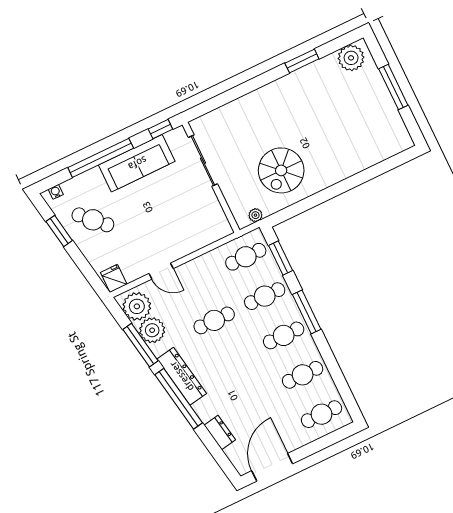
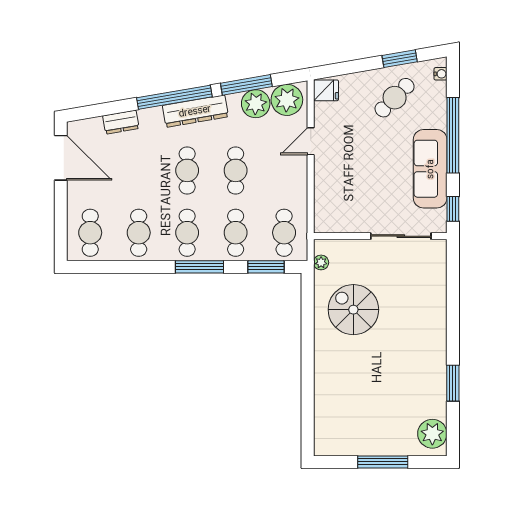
cafe table: (233, 360) -> (187, 170), added

